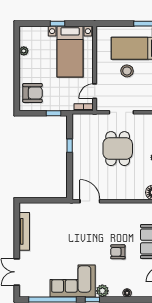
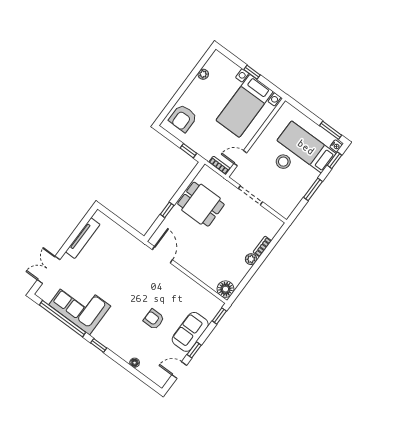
armchair: (33, 93) -> (183, 118), turned 90
window: (70, 146) -> (167, 210), moved
dining table: (118, 149) -> (201, 204), moved, turned 90
corner sofa: (73, 281) -> (80, 305), moved
plant: (102, 291) -> (114, 344), removed

